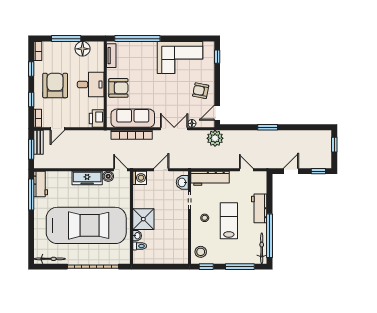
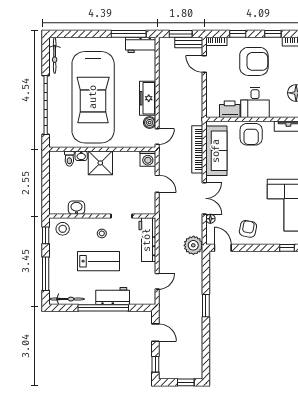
printer: (97, 119) -> (230, 109), moved
washbasin: (182, 182) -> (76, 208), moved
window: (269, 236) -> (103, 308), moved

